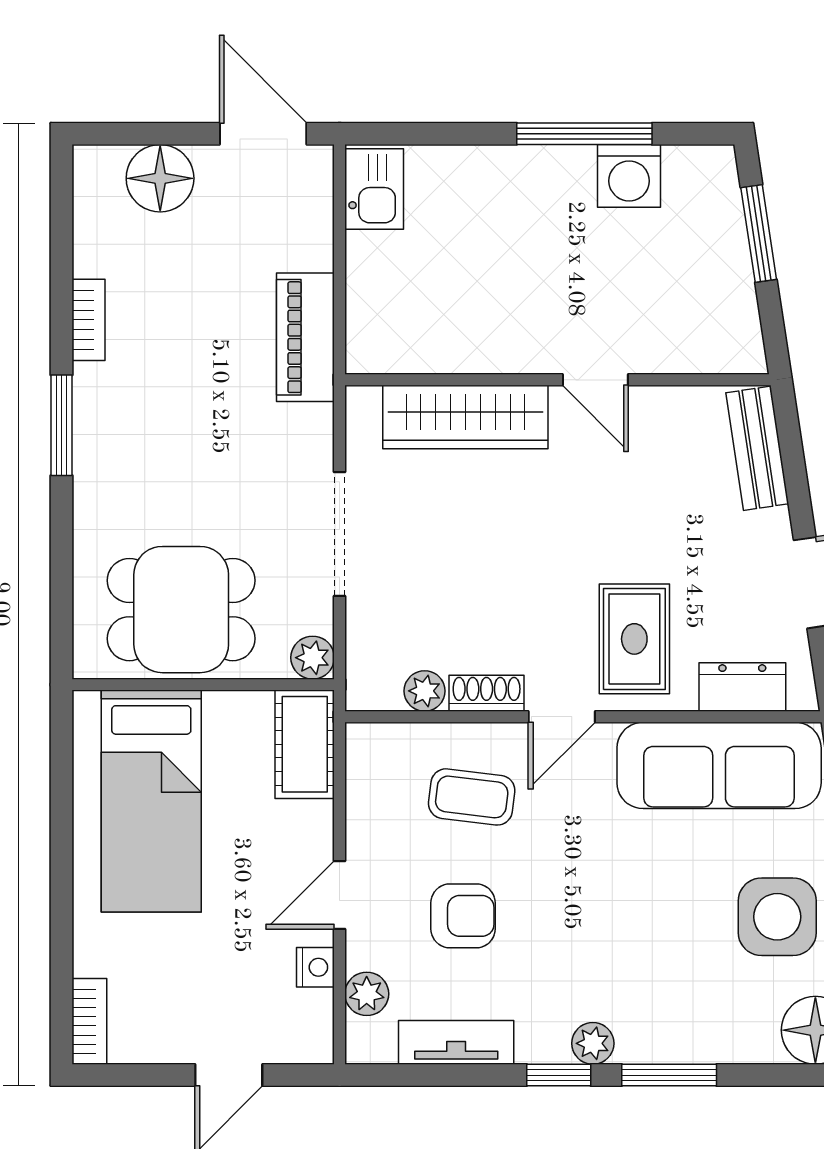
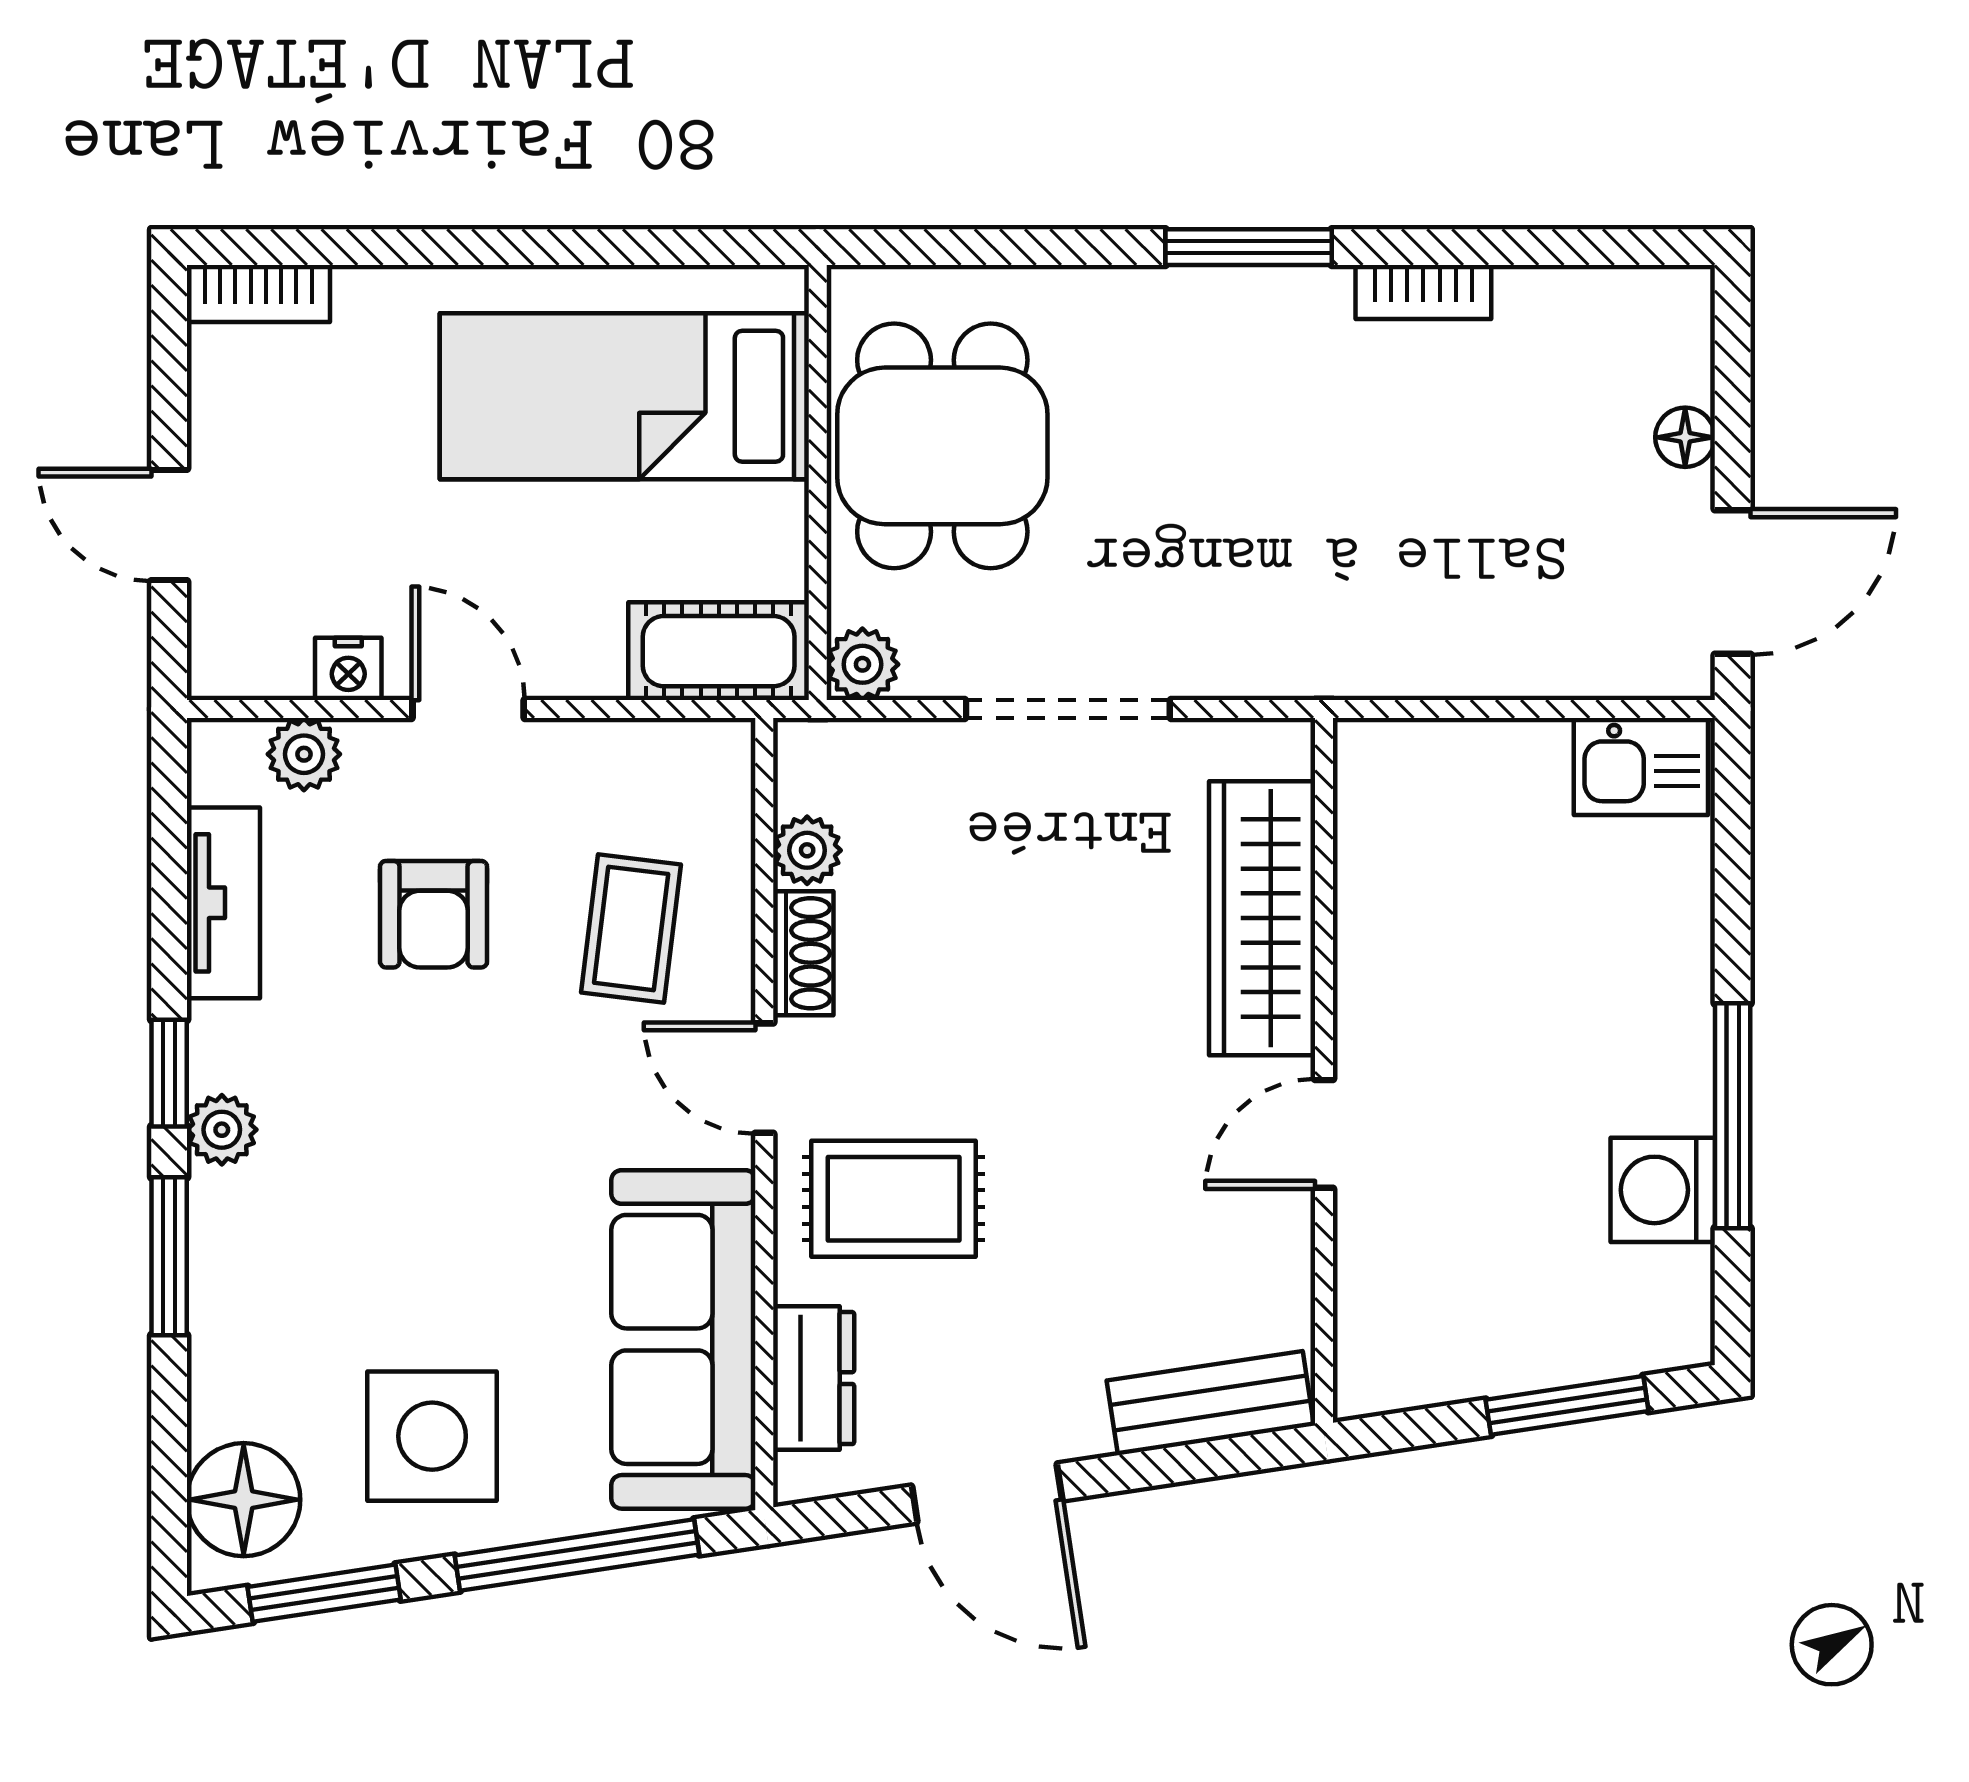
floor lamp: (160, 178) -> (1685, 437), width x0.53, depth x0.53
piano: (305, 337) -> (1395, 652), removed

